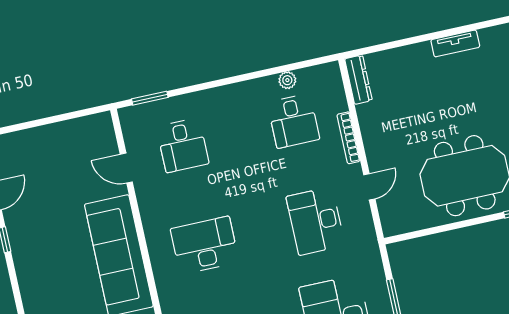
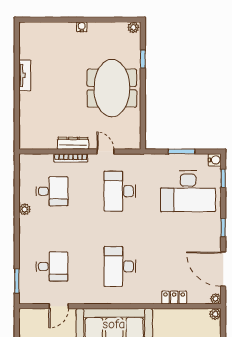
plant: (287, 80) -> (25, 209), moved
dresser: (358, 80) -> (73, 143), moved
desk: (315, 221) -> (120, 191), turned 90

